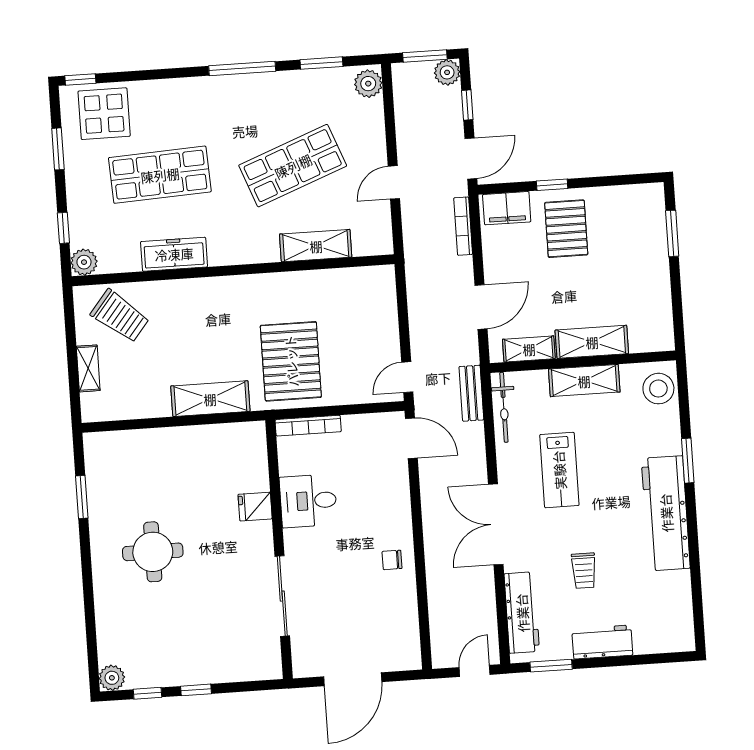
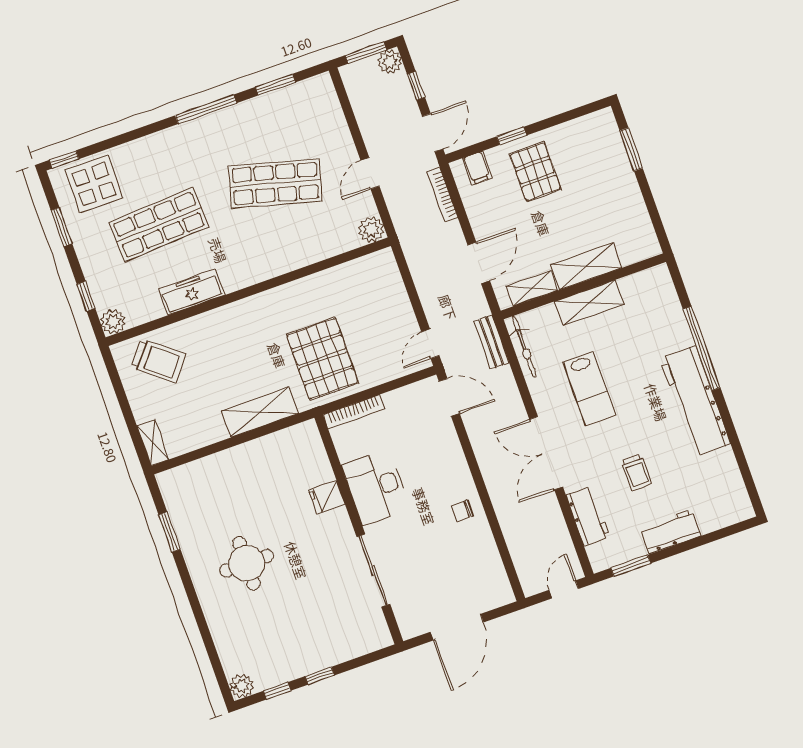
plant: (368, 84) -> (371, 230), moved
shop shelf: (293, 166) -> (275, 183), turned 36
filing cabinet: (507, 208) -> (477, 168), width x0.50
shelving: (316, 246) -> (316, 249), removed
shelving: (88, 368) -> (153, 443), moved
stool: (658, 389) -> (657, 291), removed
window: (688, 461) -> (702, 348), width x2.11
desk: (308, 501) -> (376, 487), width x1.37
workbench: (522, 613) -> (588, 516), width x0.73

